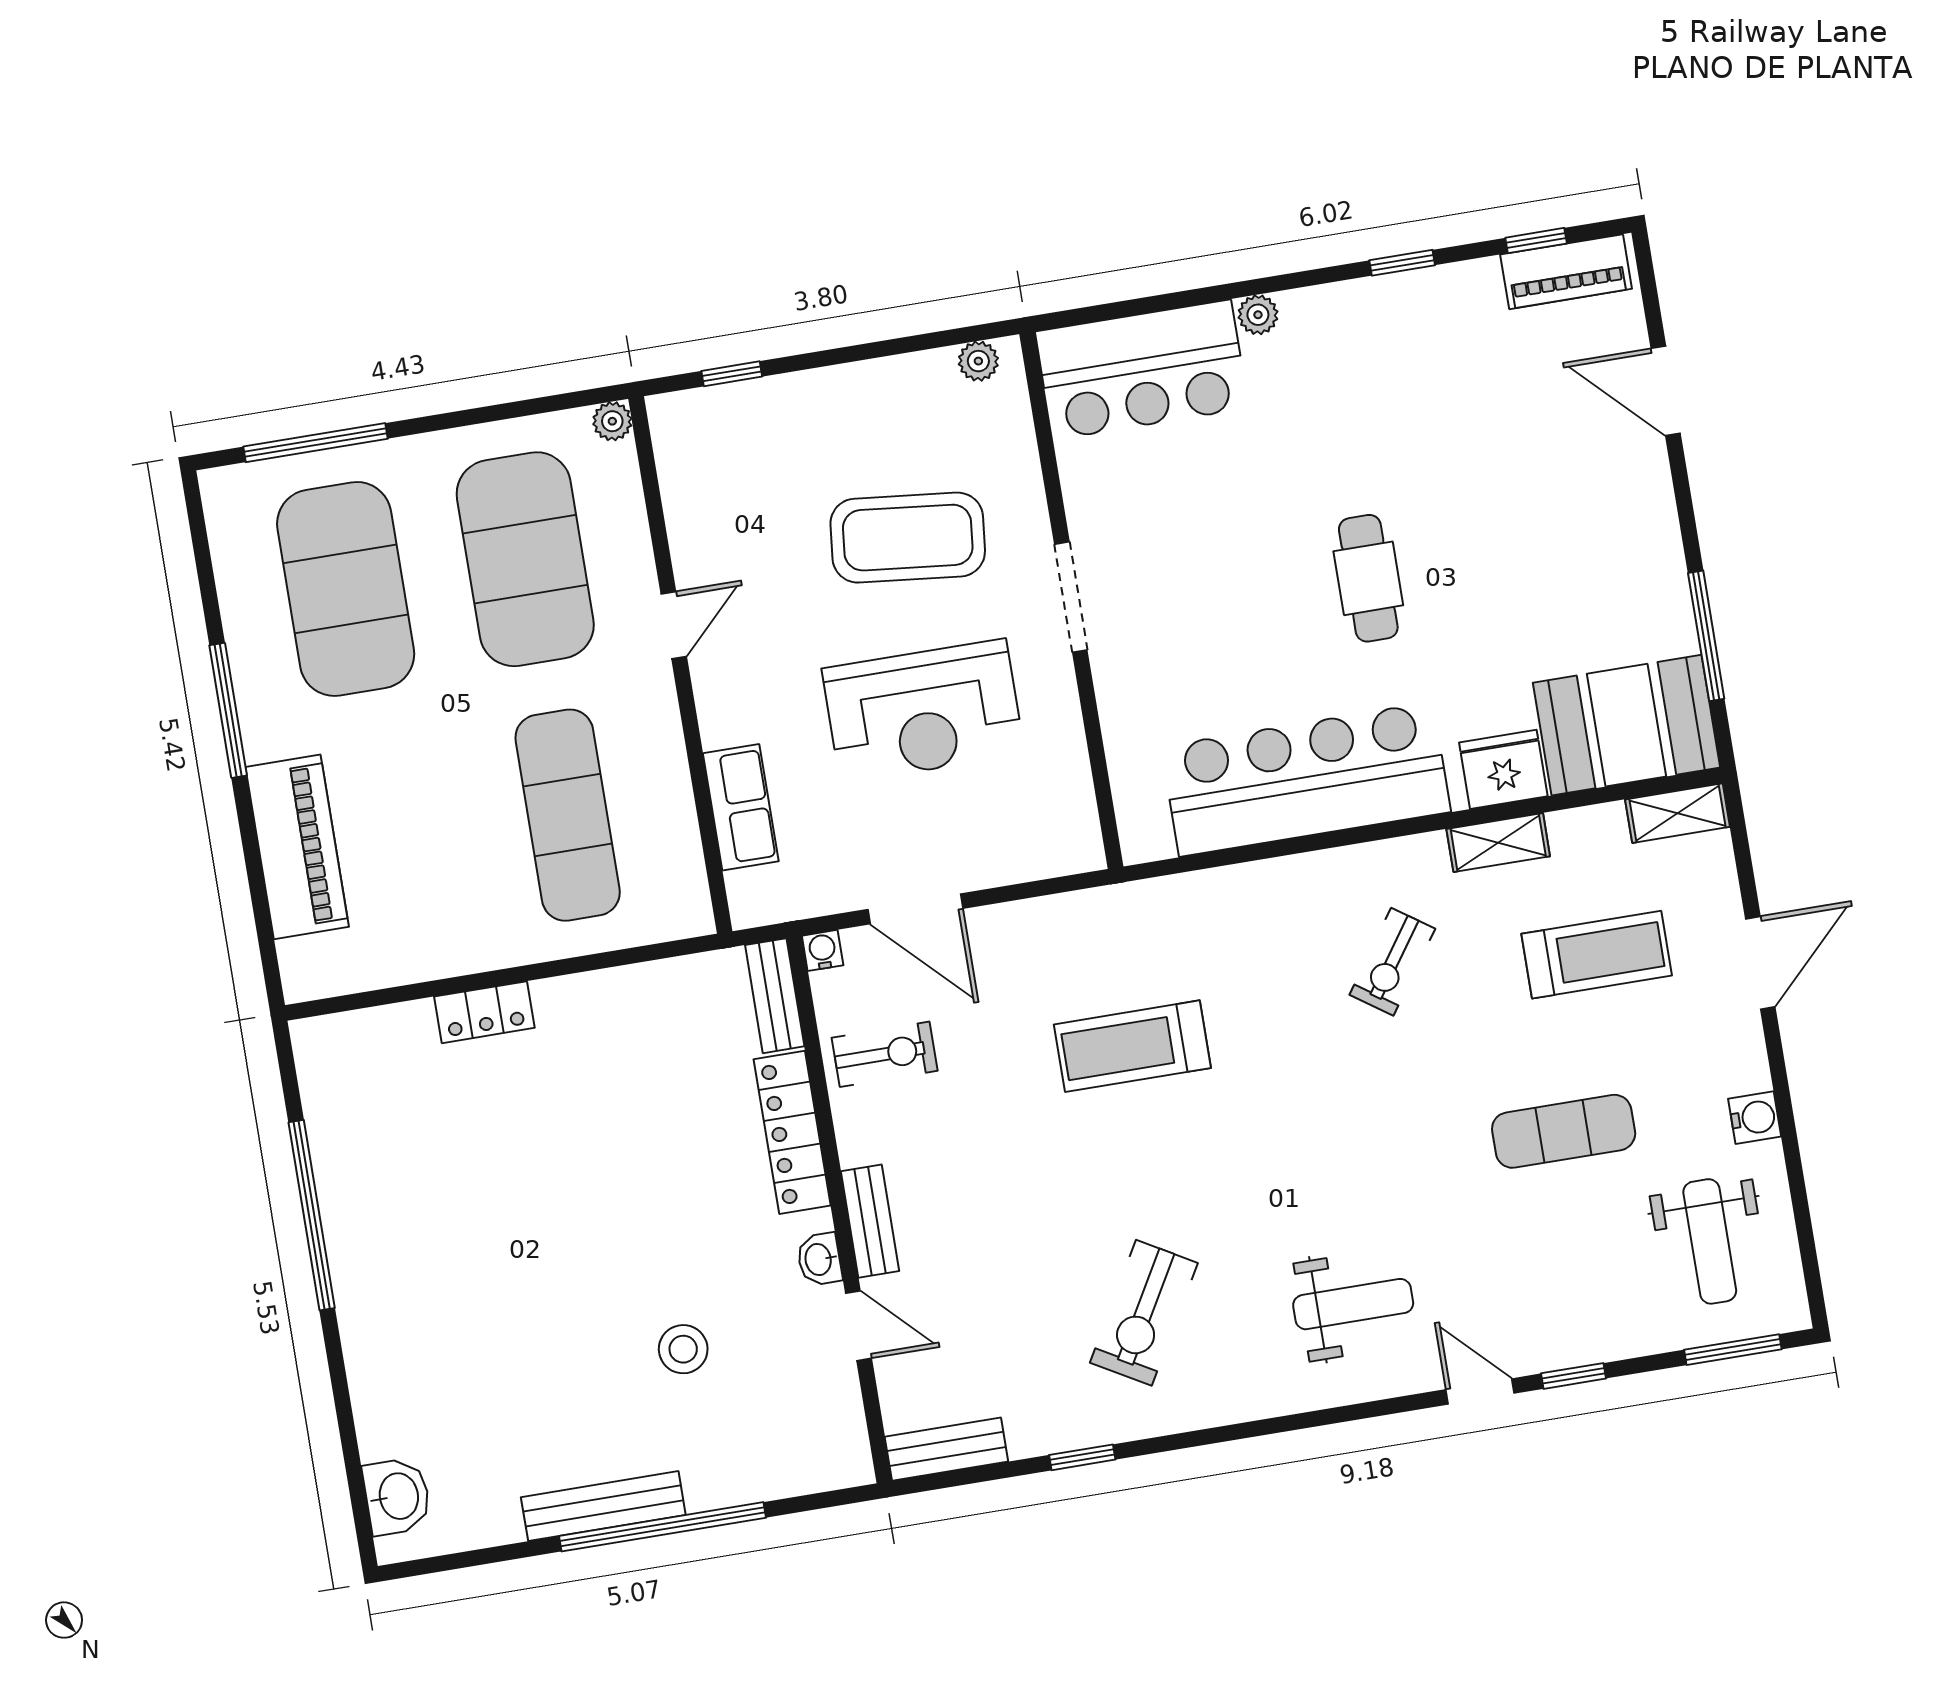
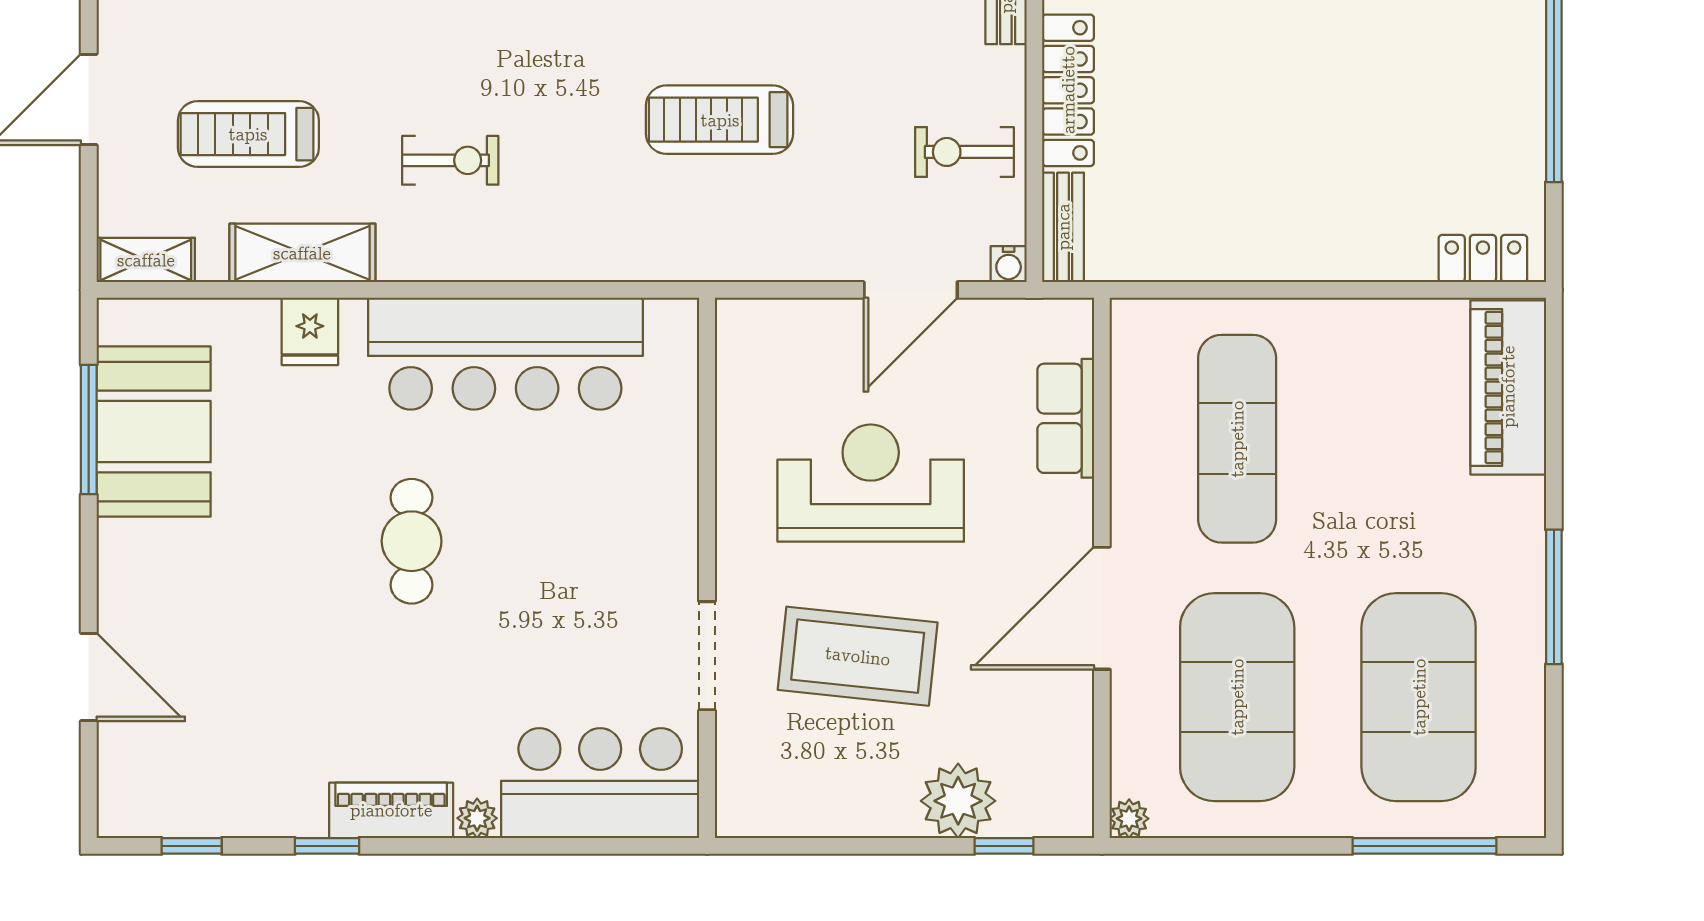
piano: (1566, 272) -> (391, 810), moved
plant: (978, 361) -> (958, 801), moved, width x1.88, depth x1.88
doorway: (1071, 597) -> (707, 656), moved
door: (674, 625) -> (1102, 608), width x1.87
booth: (1627, 725) -> (154, 432), moved, turned 90
fridge: (1503, 769) -> (310, 331), width x0.72
shelving: (1498, 843) -> (302, 253), width x1.50, depth x1.33
piano: (297, 847) -> (1508, 387), moved
door: (915, 909) -> (911, 290), swing flipped
exercise bike: (1392, 962) -> (450, 160), turned 55
locker: (484, 1012) -> (1483, 258), moved
treadmill: (1132, 1046) -> (720, 120), turned 180

